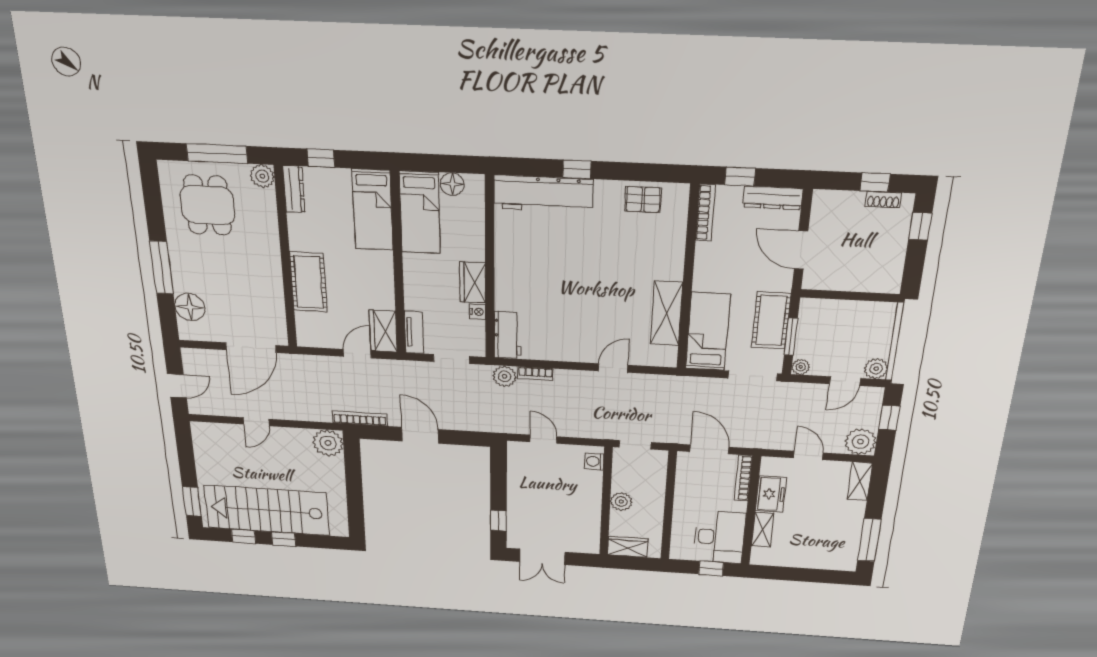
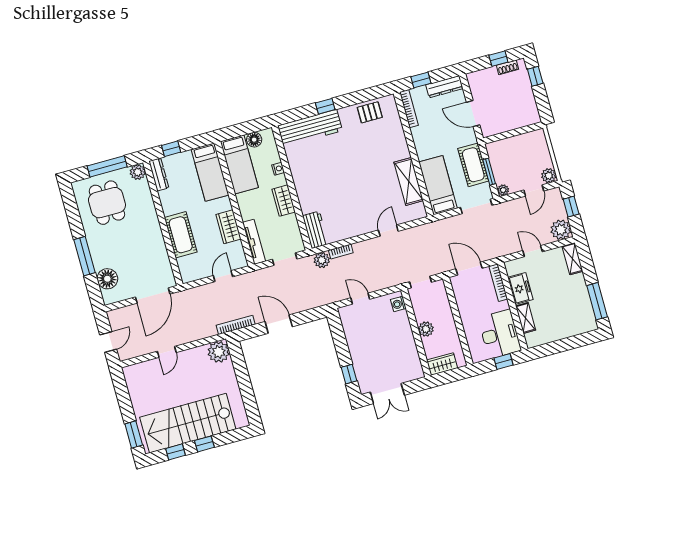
nightstand: (478, 312) -> (278, 169), moved
wardrobe: (383, 331) -> (228, 227), moved
tv unit: (414, 332) -> (254, 242), width x1.41

